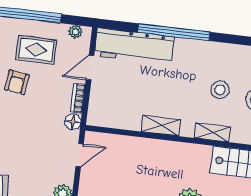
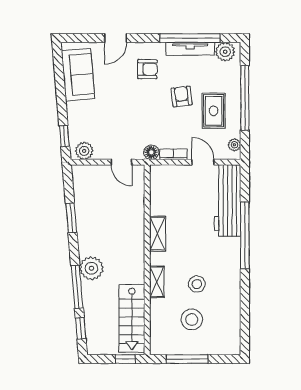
armchair: (17, 82) -> (182, 96), turned 75

